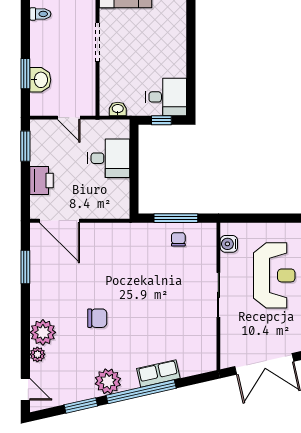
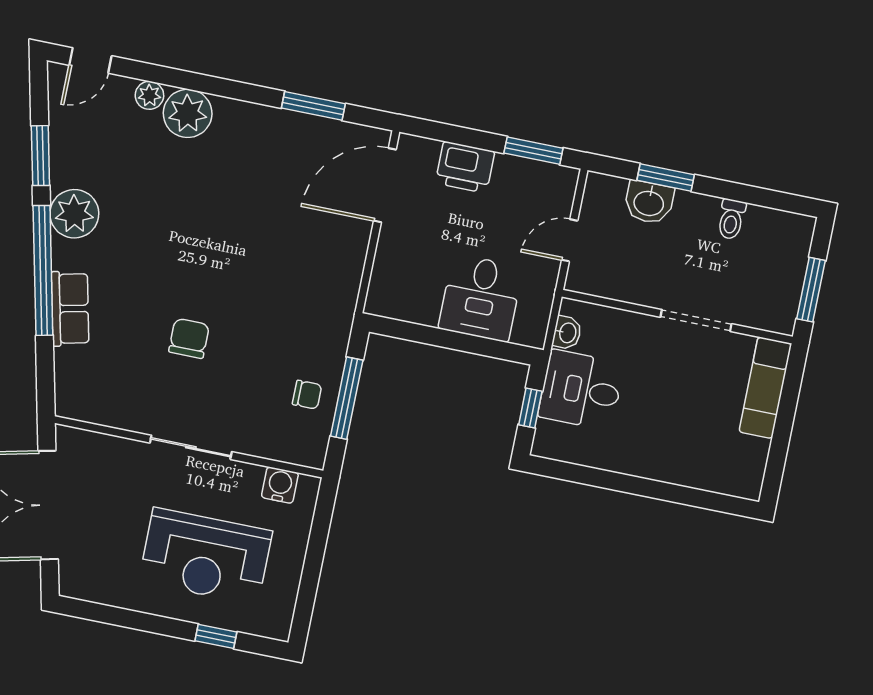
toilet: (40, 14) -> (731, 219), moved
desk: (166, 97) -> (581, 390), moved, turned 90
chair: (97, 318) -> (189, 338), moved, turned 180

